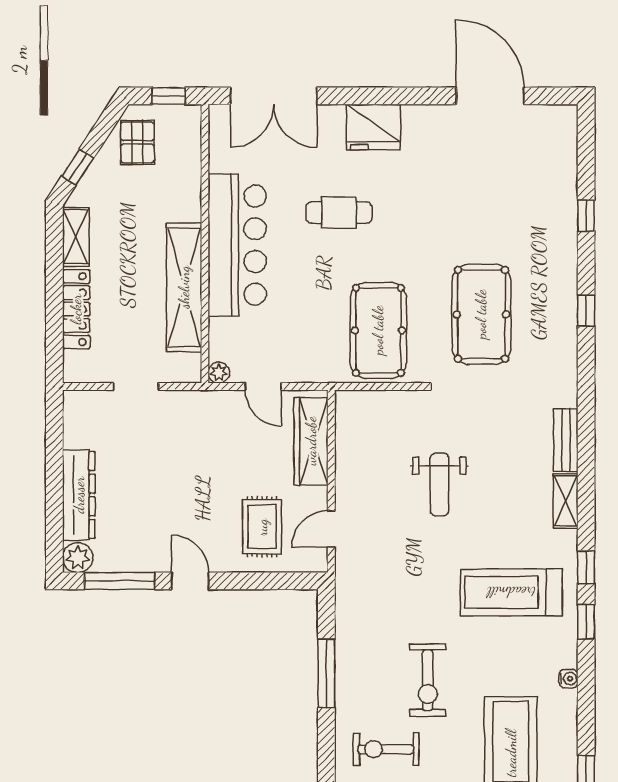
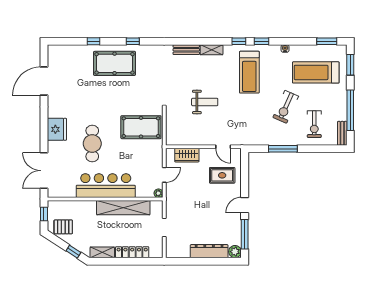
double door: (274, 96) -> (44, 171), swing flipped
cafe table: (339, 213) -> (92, 144), width x1.37, depth x1.35
pool table: (481, 314) -> (115, 63), moved
wardrobe: (311, 441) -> (187, 155), width x0.67
exercise bike: (428, 680) -> (286, 107), turned 114

